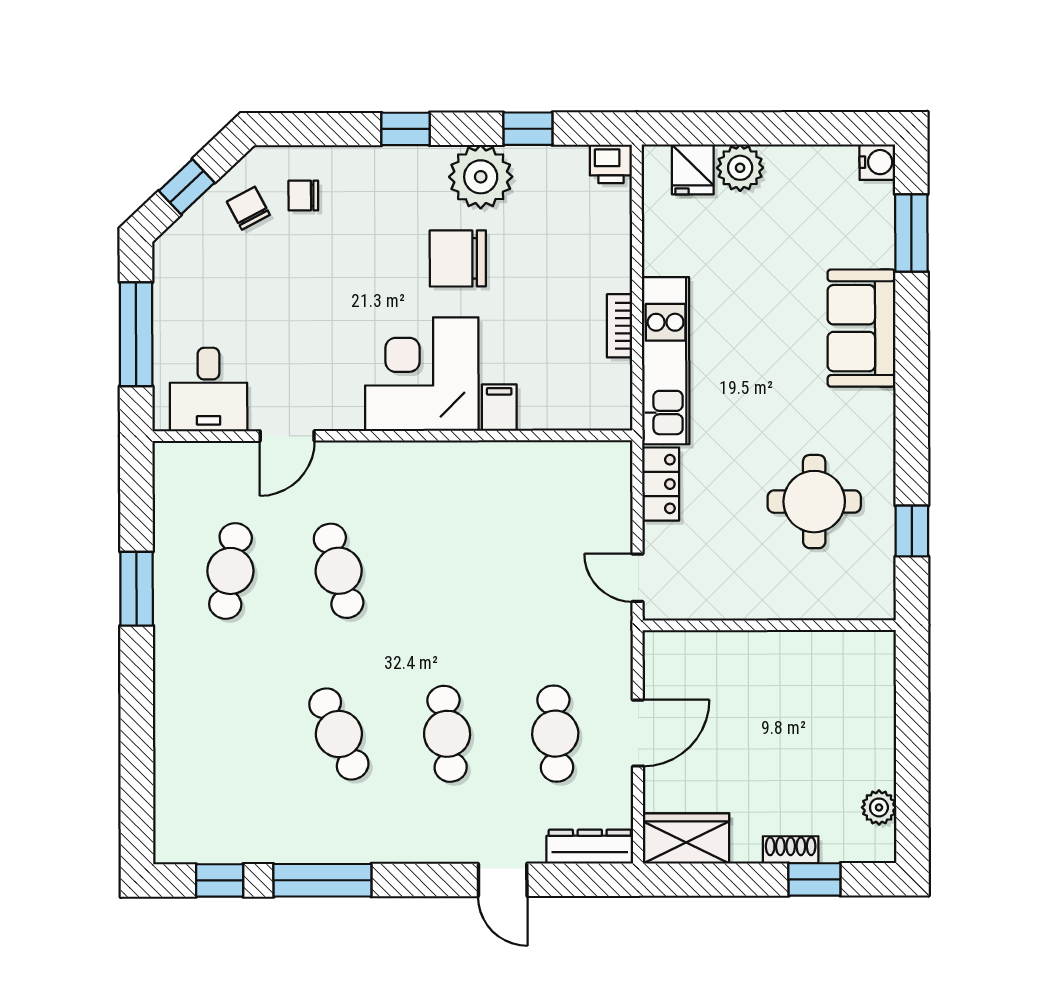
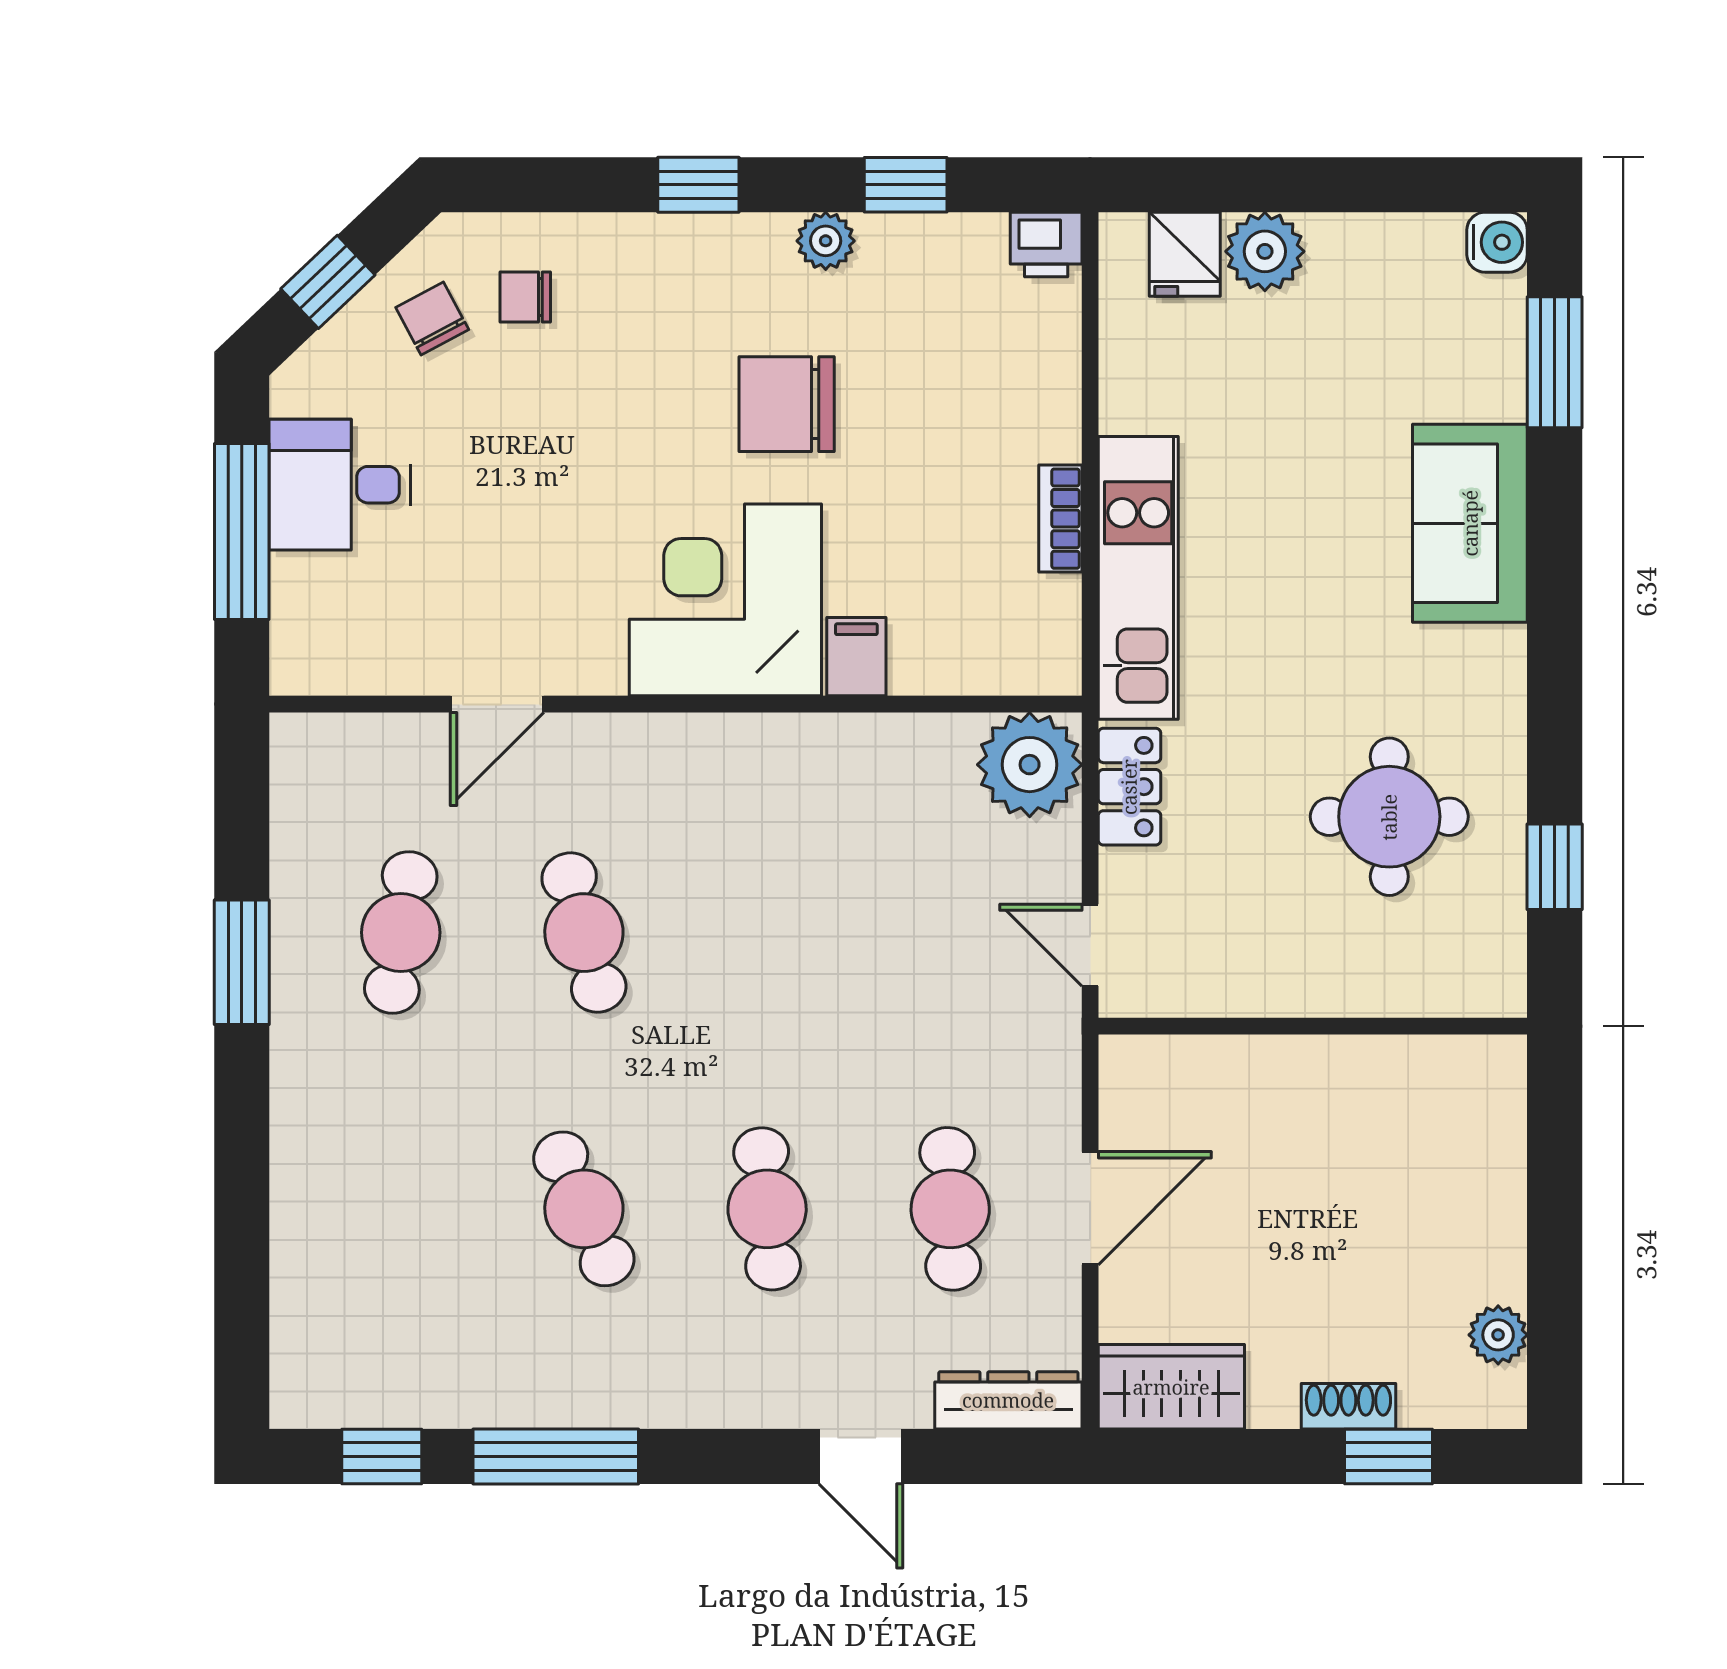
plant: (481, 177) -> (826, 241), width x0.53, depth x0.53
desk: (209, 389) -> (340, 485), moved, turned 90
plant: (602, 471) -> (1030, 765), added

